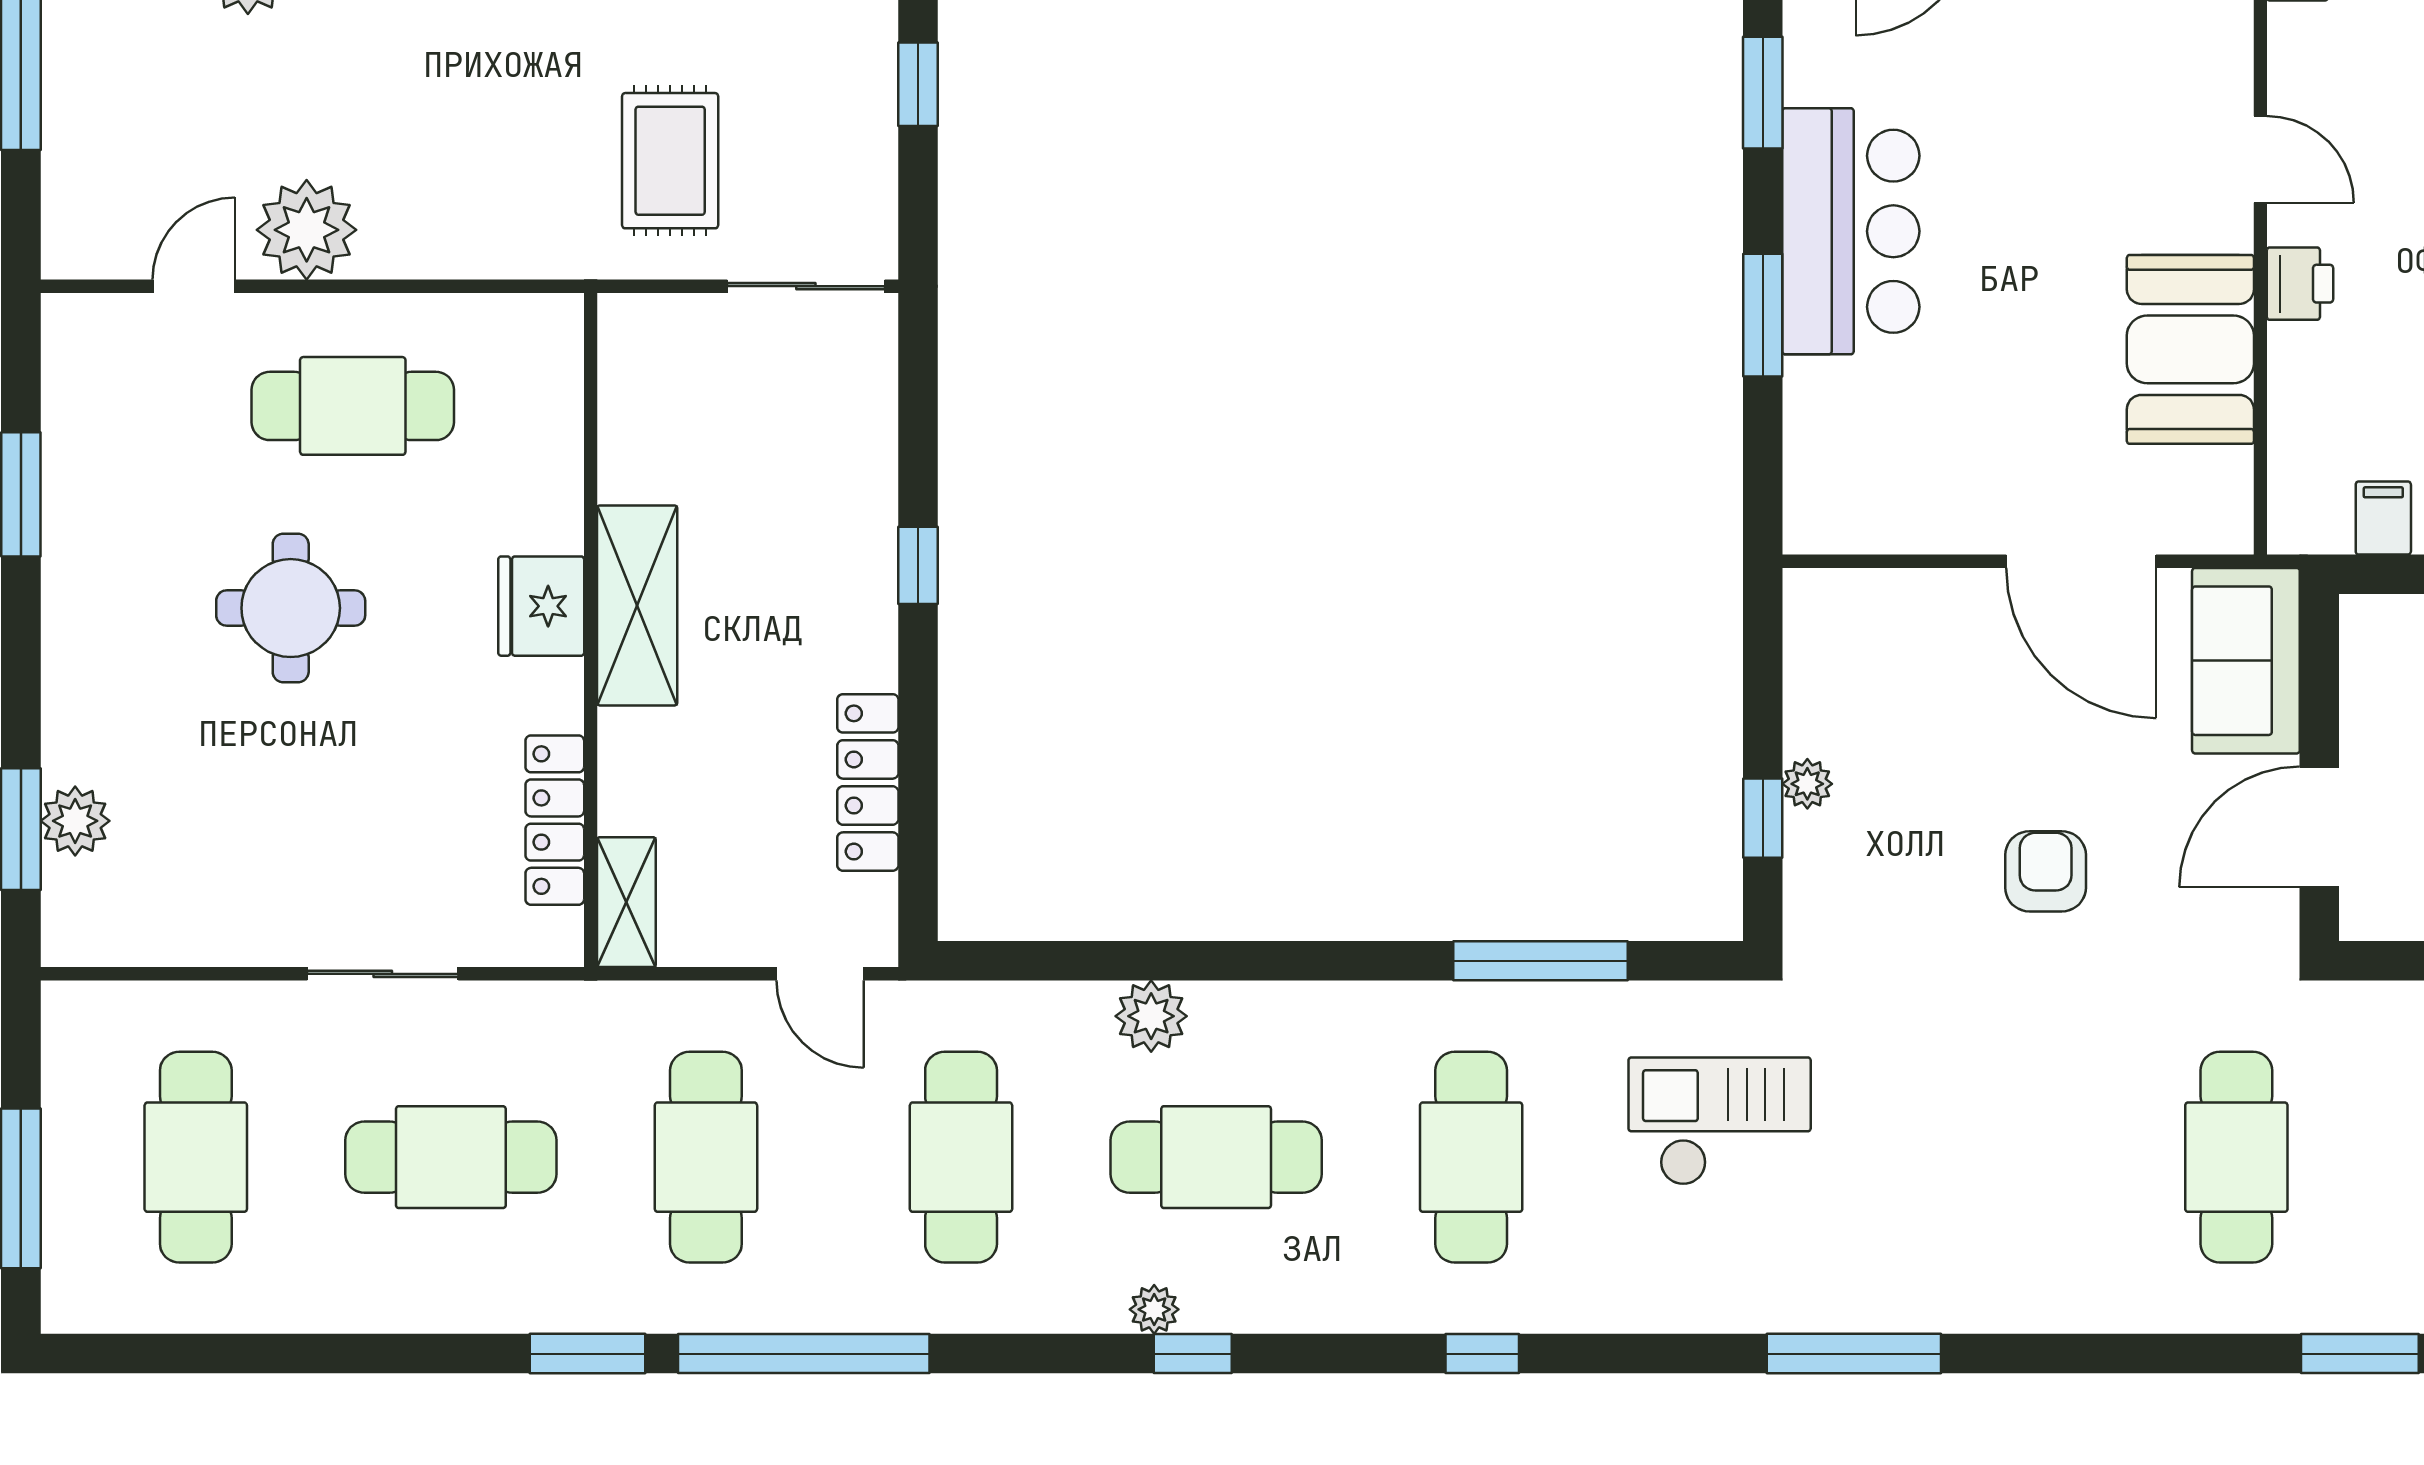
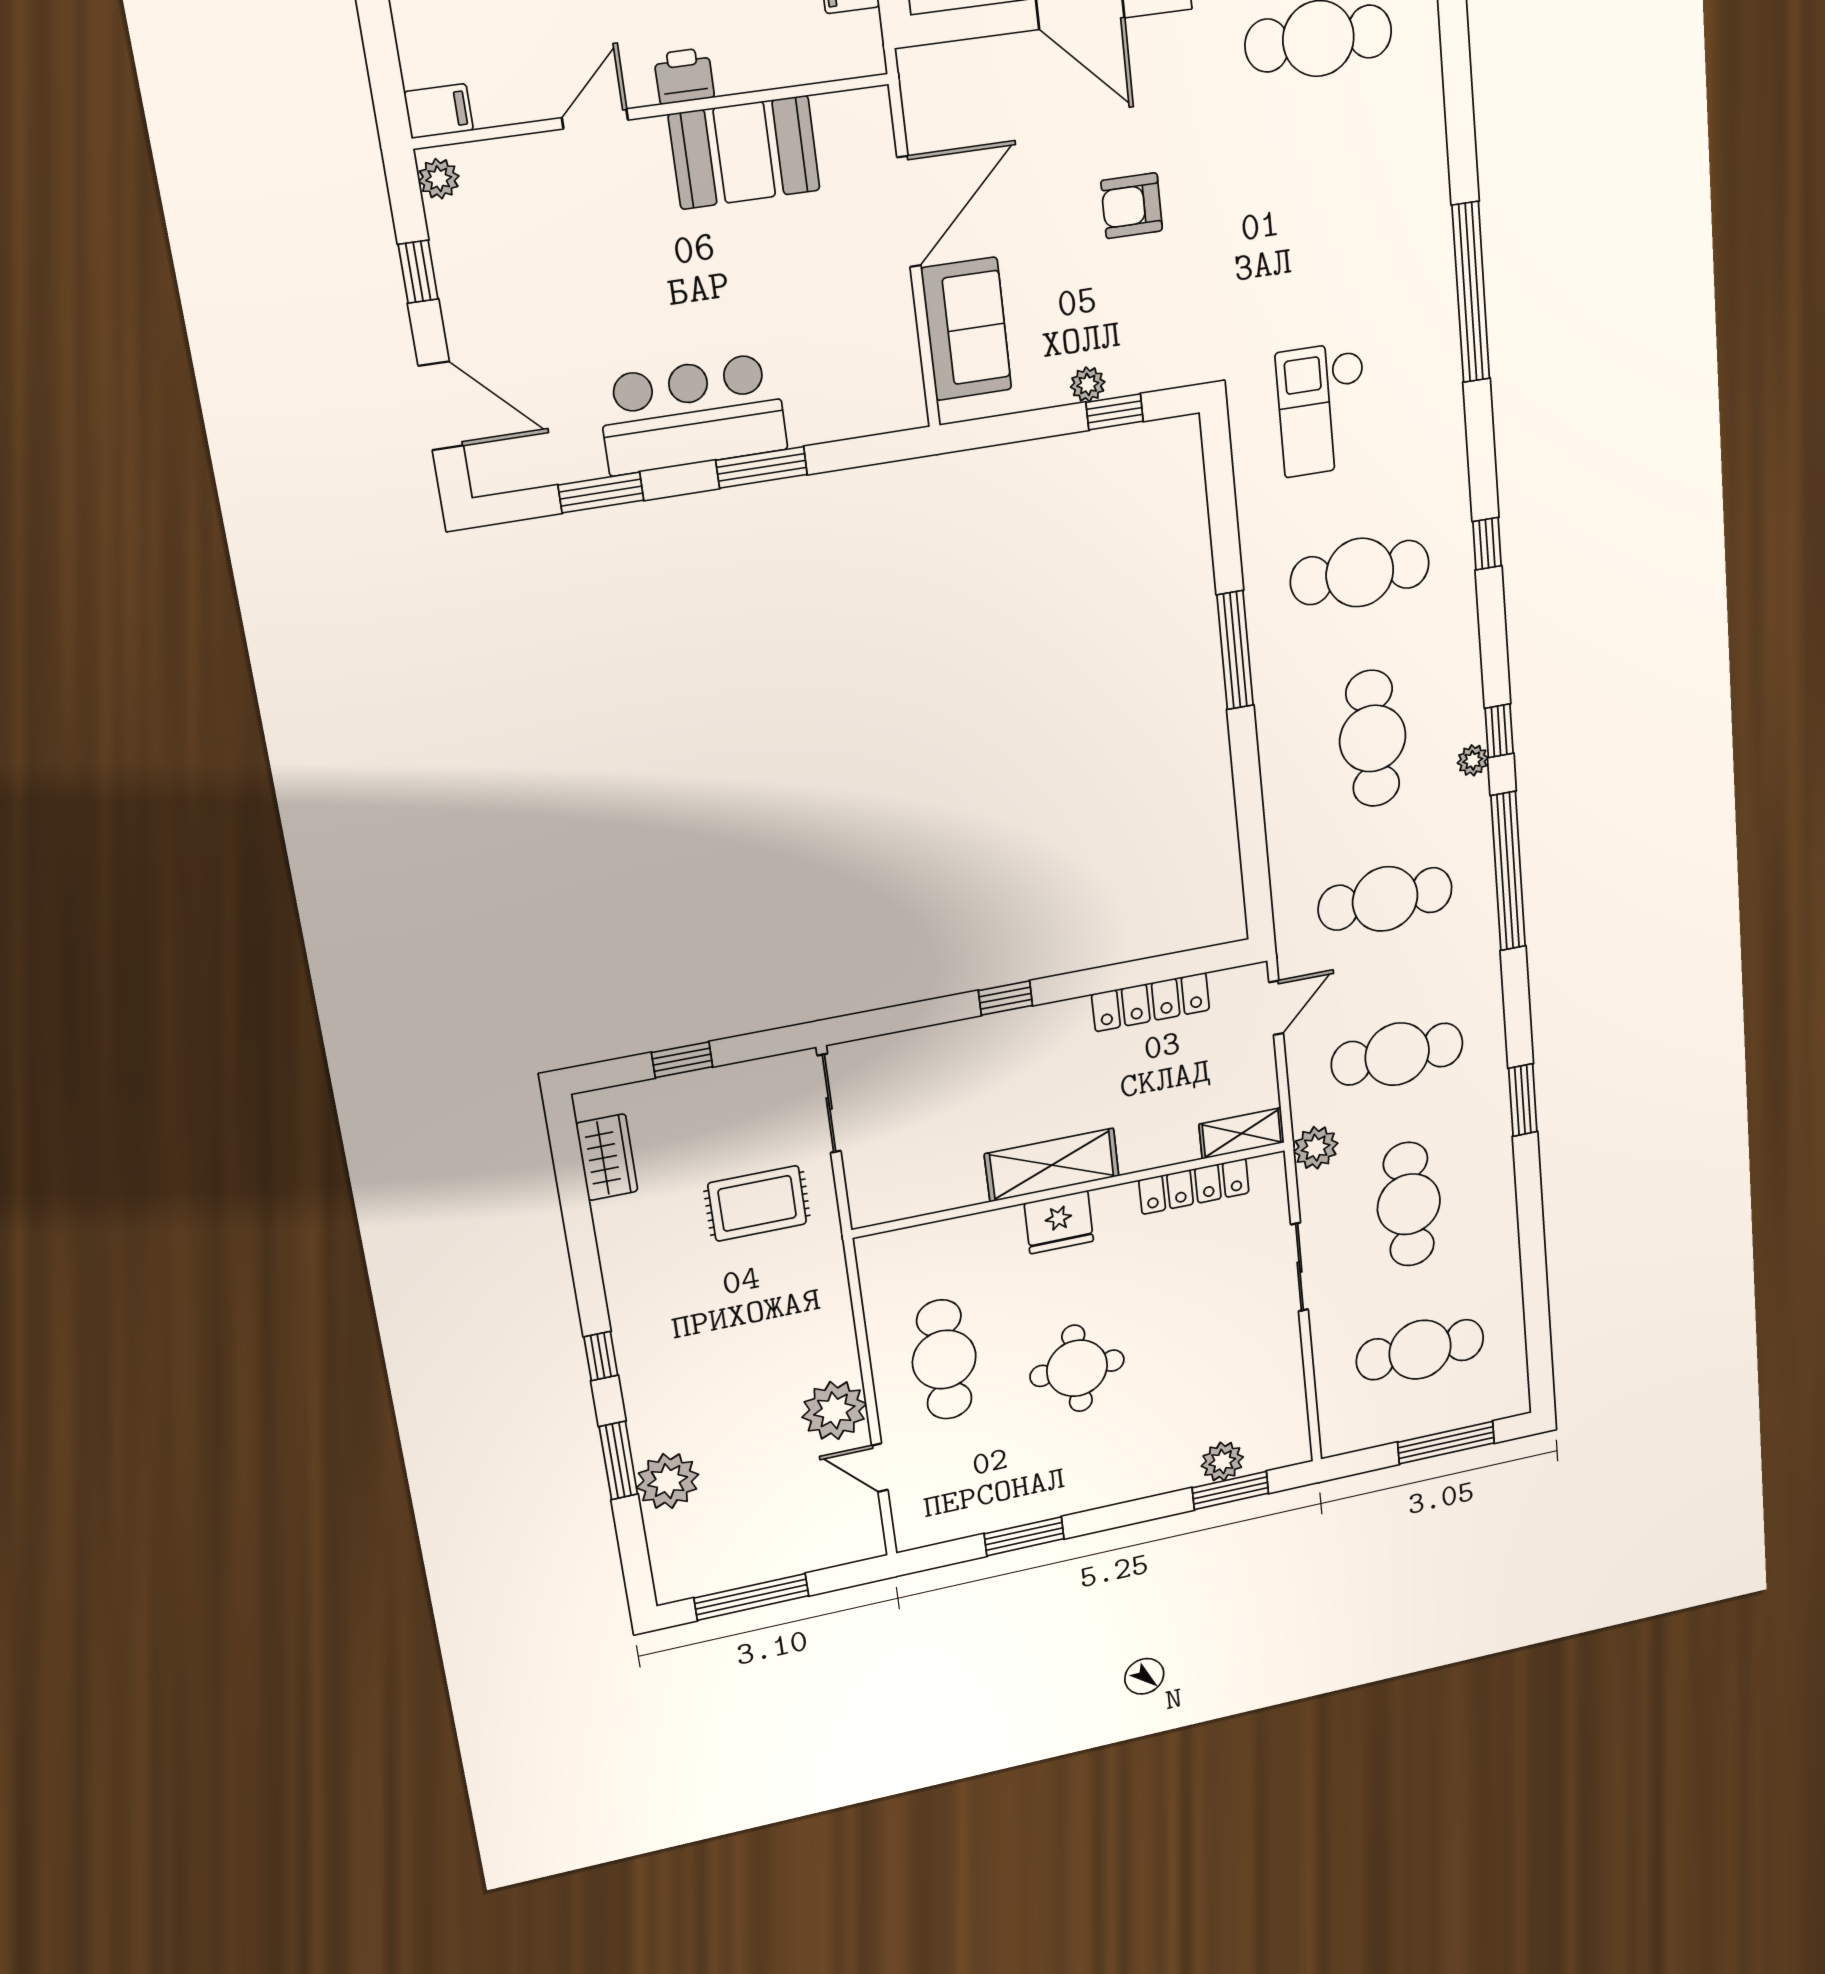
sofa: (2246, 661) -> (966, 329), moved, turned -90
window: (1541, 961) -> (1235, 650), moved
plant: (1151, 1016) -> (1316, 1148), moved
window: (804, 1354) -> (1508, 871), moved
window: (1854, 1354) -> (1471, 292), width x1.46

